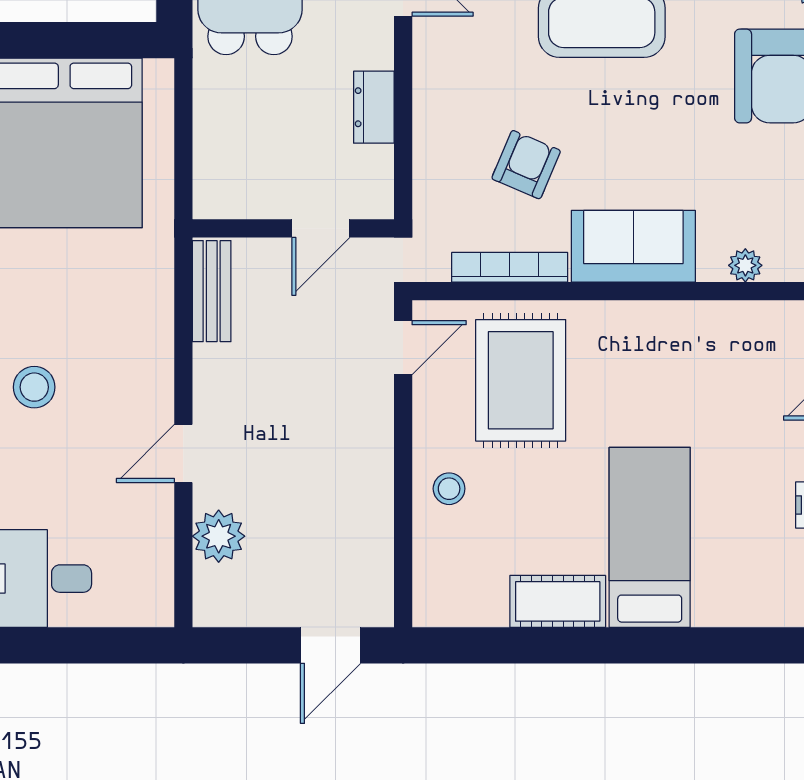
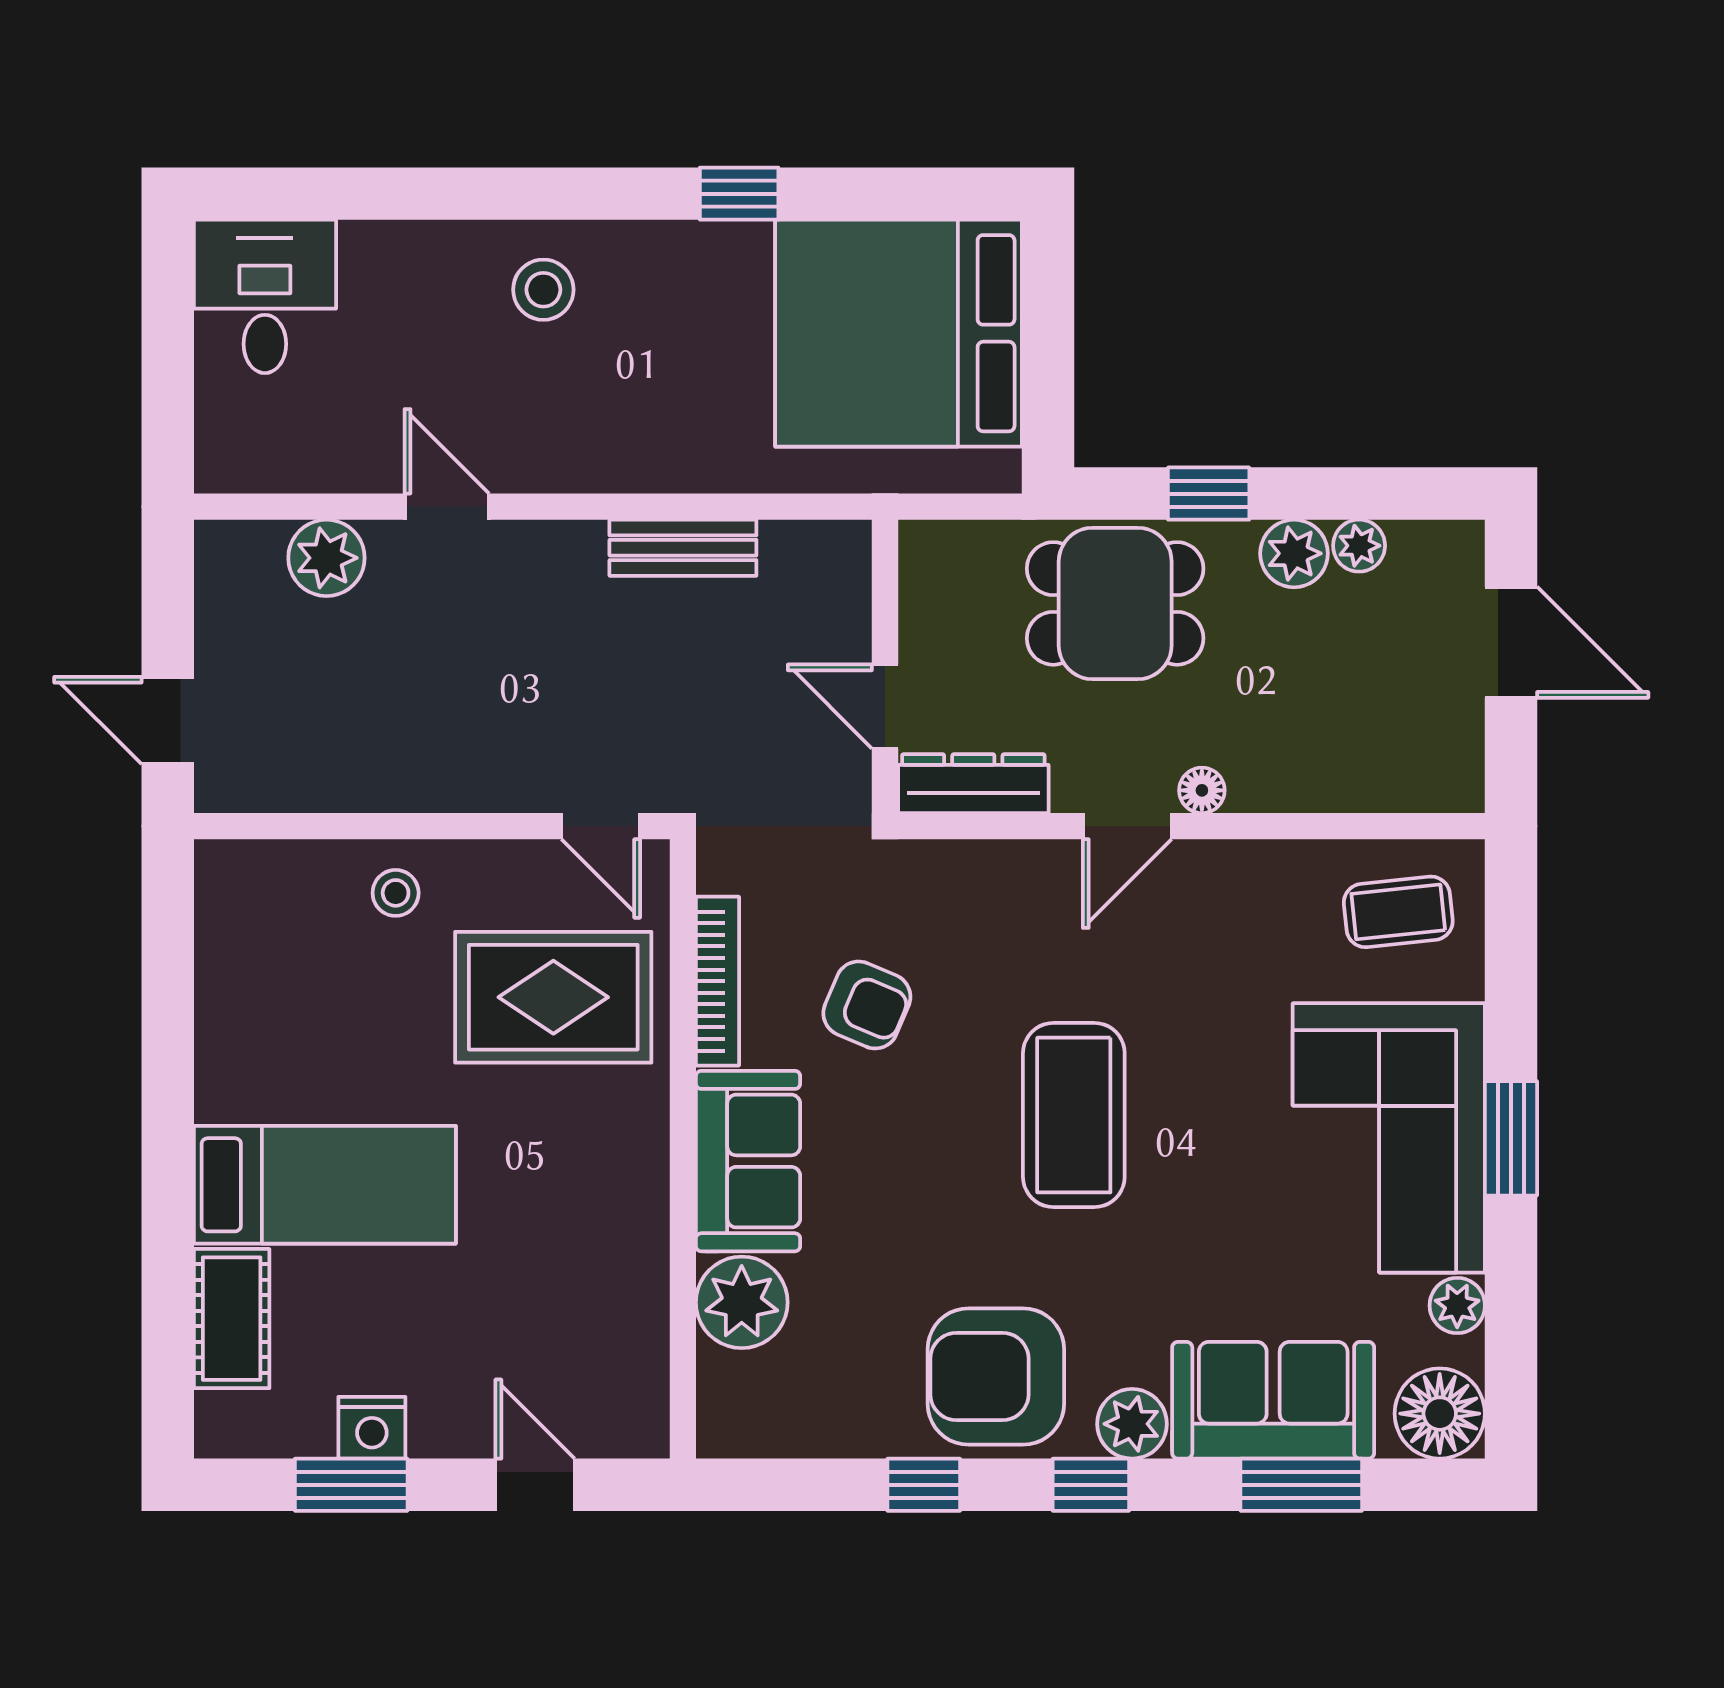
dresser: (374, 107) -> (973, 784), width x1.44
wall: (293, 228) -> (885, 666), moved
door: (321, 228) -> (885, 707), moved
plant: (745, 265) -> (742, 1302), width x1.88, depth x1.88
cot: (558, 601) -> (232, 1319), moved

